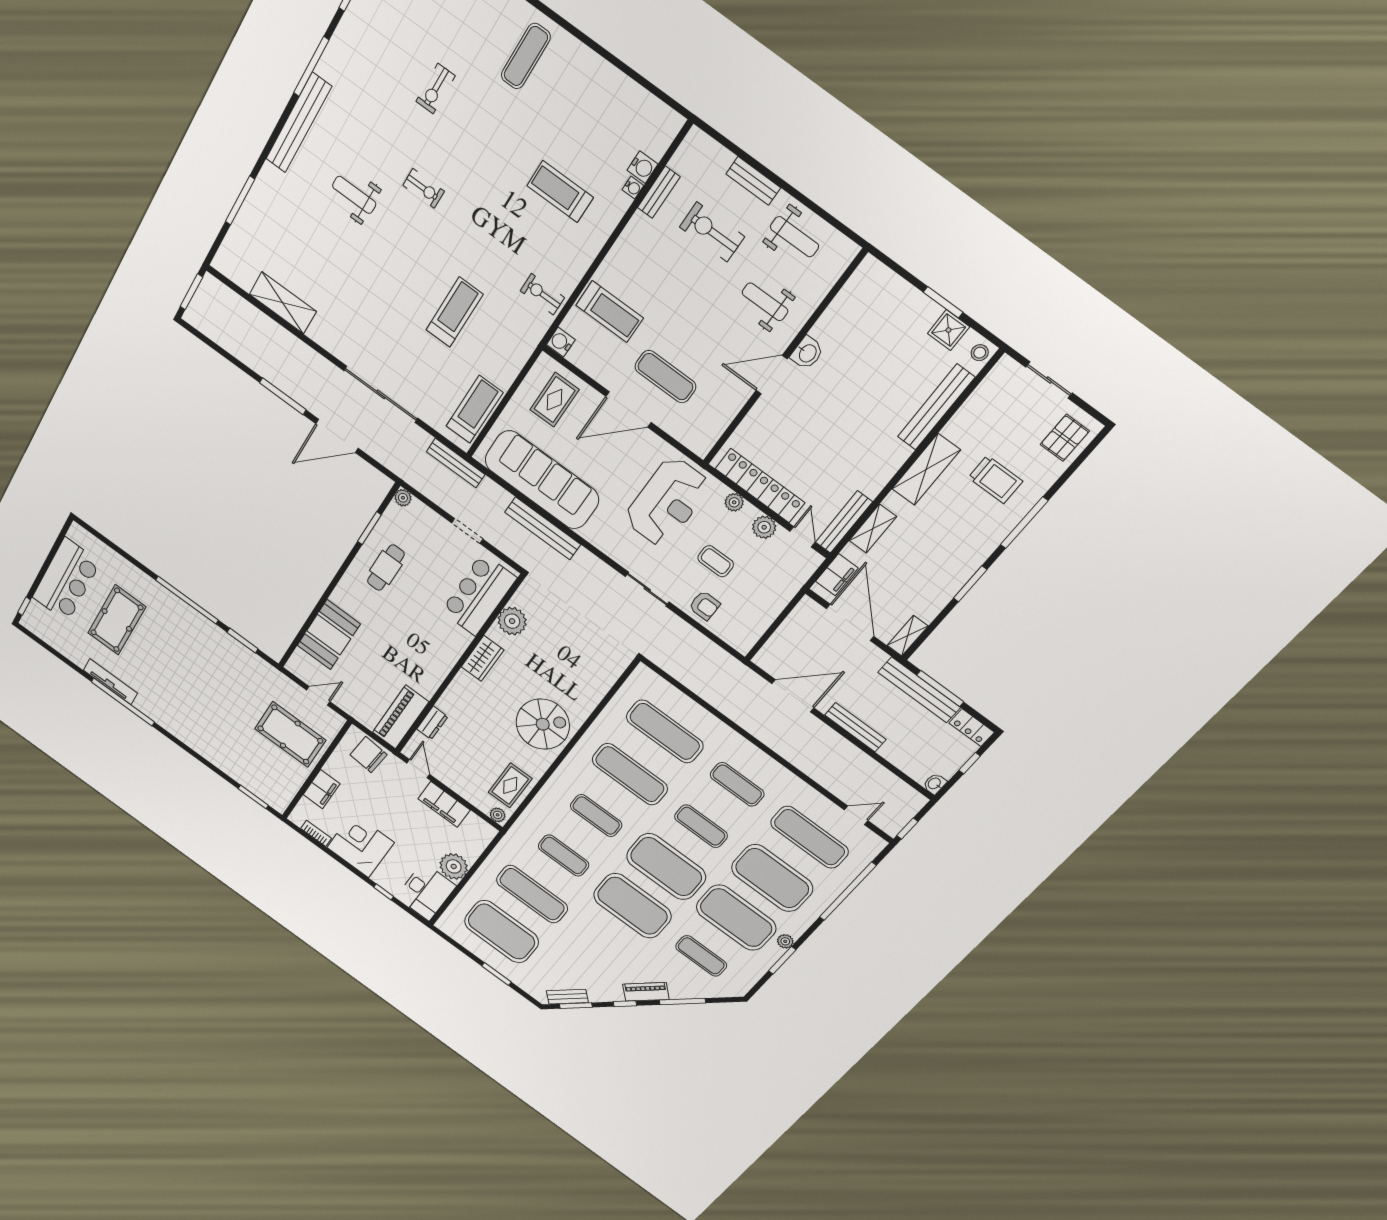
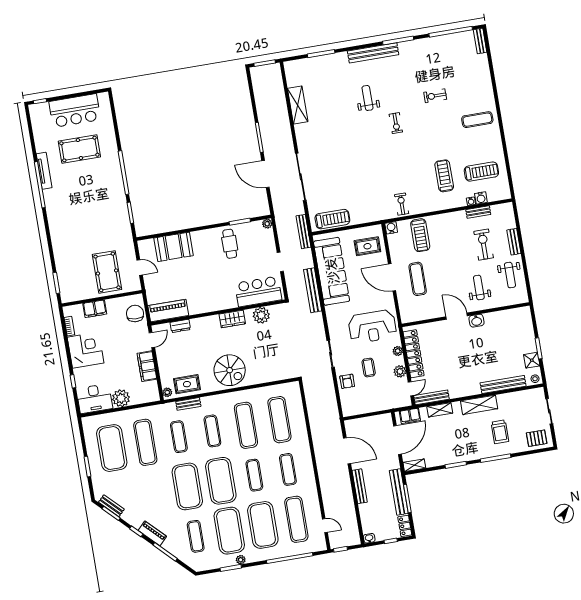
treadmill: (454, 312) -> (481, 172), moved
cafe table: (386, 568) -> (230, 244), turned 90
bench: (535, 808) -> (188, 404), added

